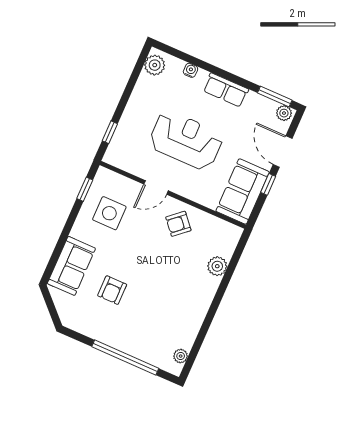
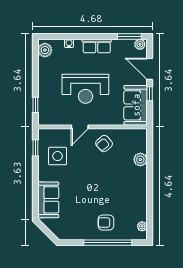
reception desk: (186, 140) -> (85, 89), turned 180
armchair: (112, 290) -> (106, 223), moved, turned 90

